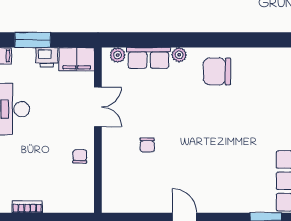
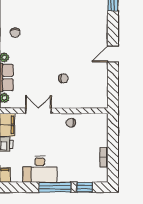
chair: (217, 71) -> (15, 33), width x0.54, depth x0.54

